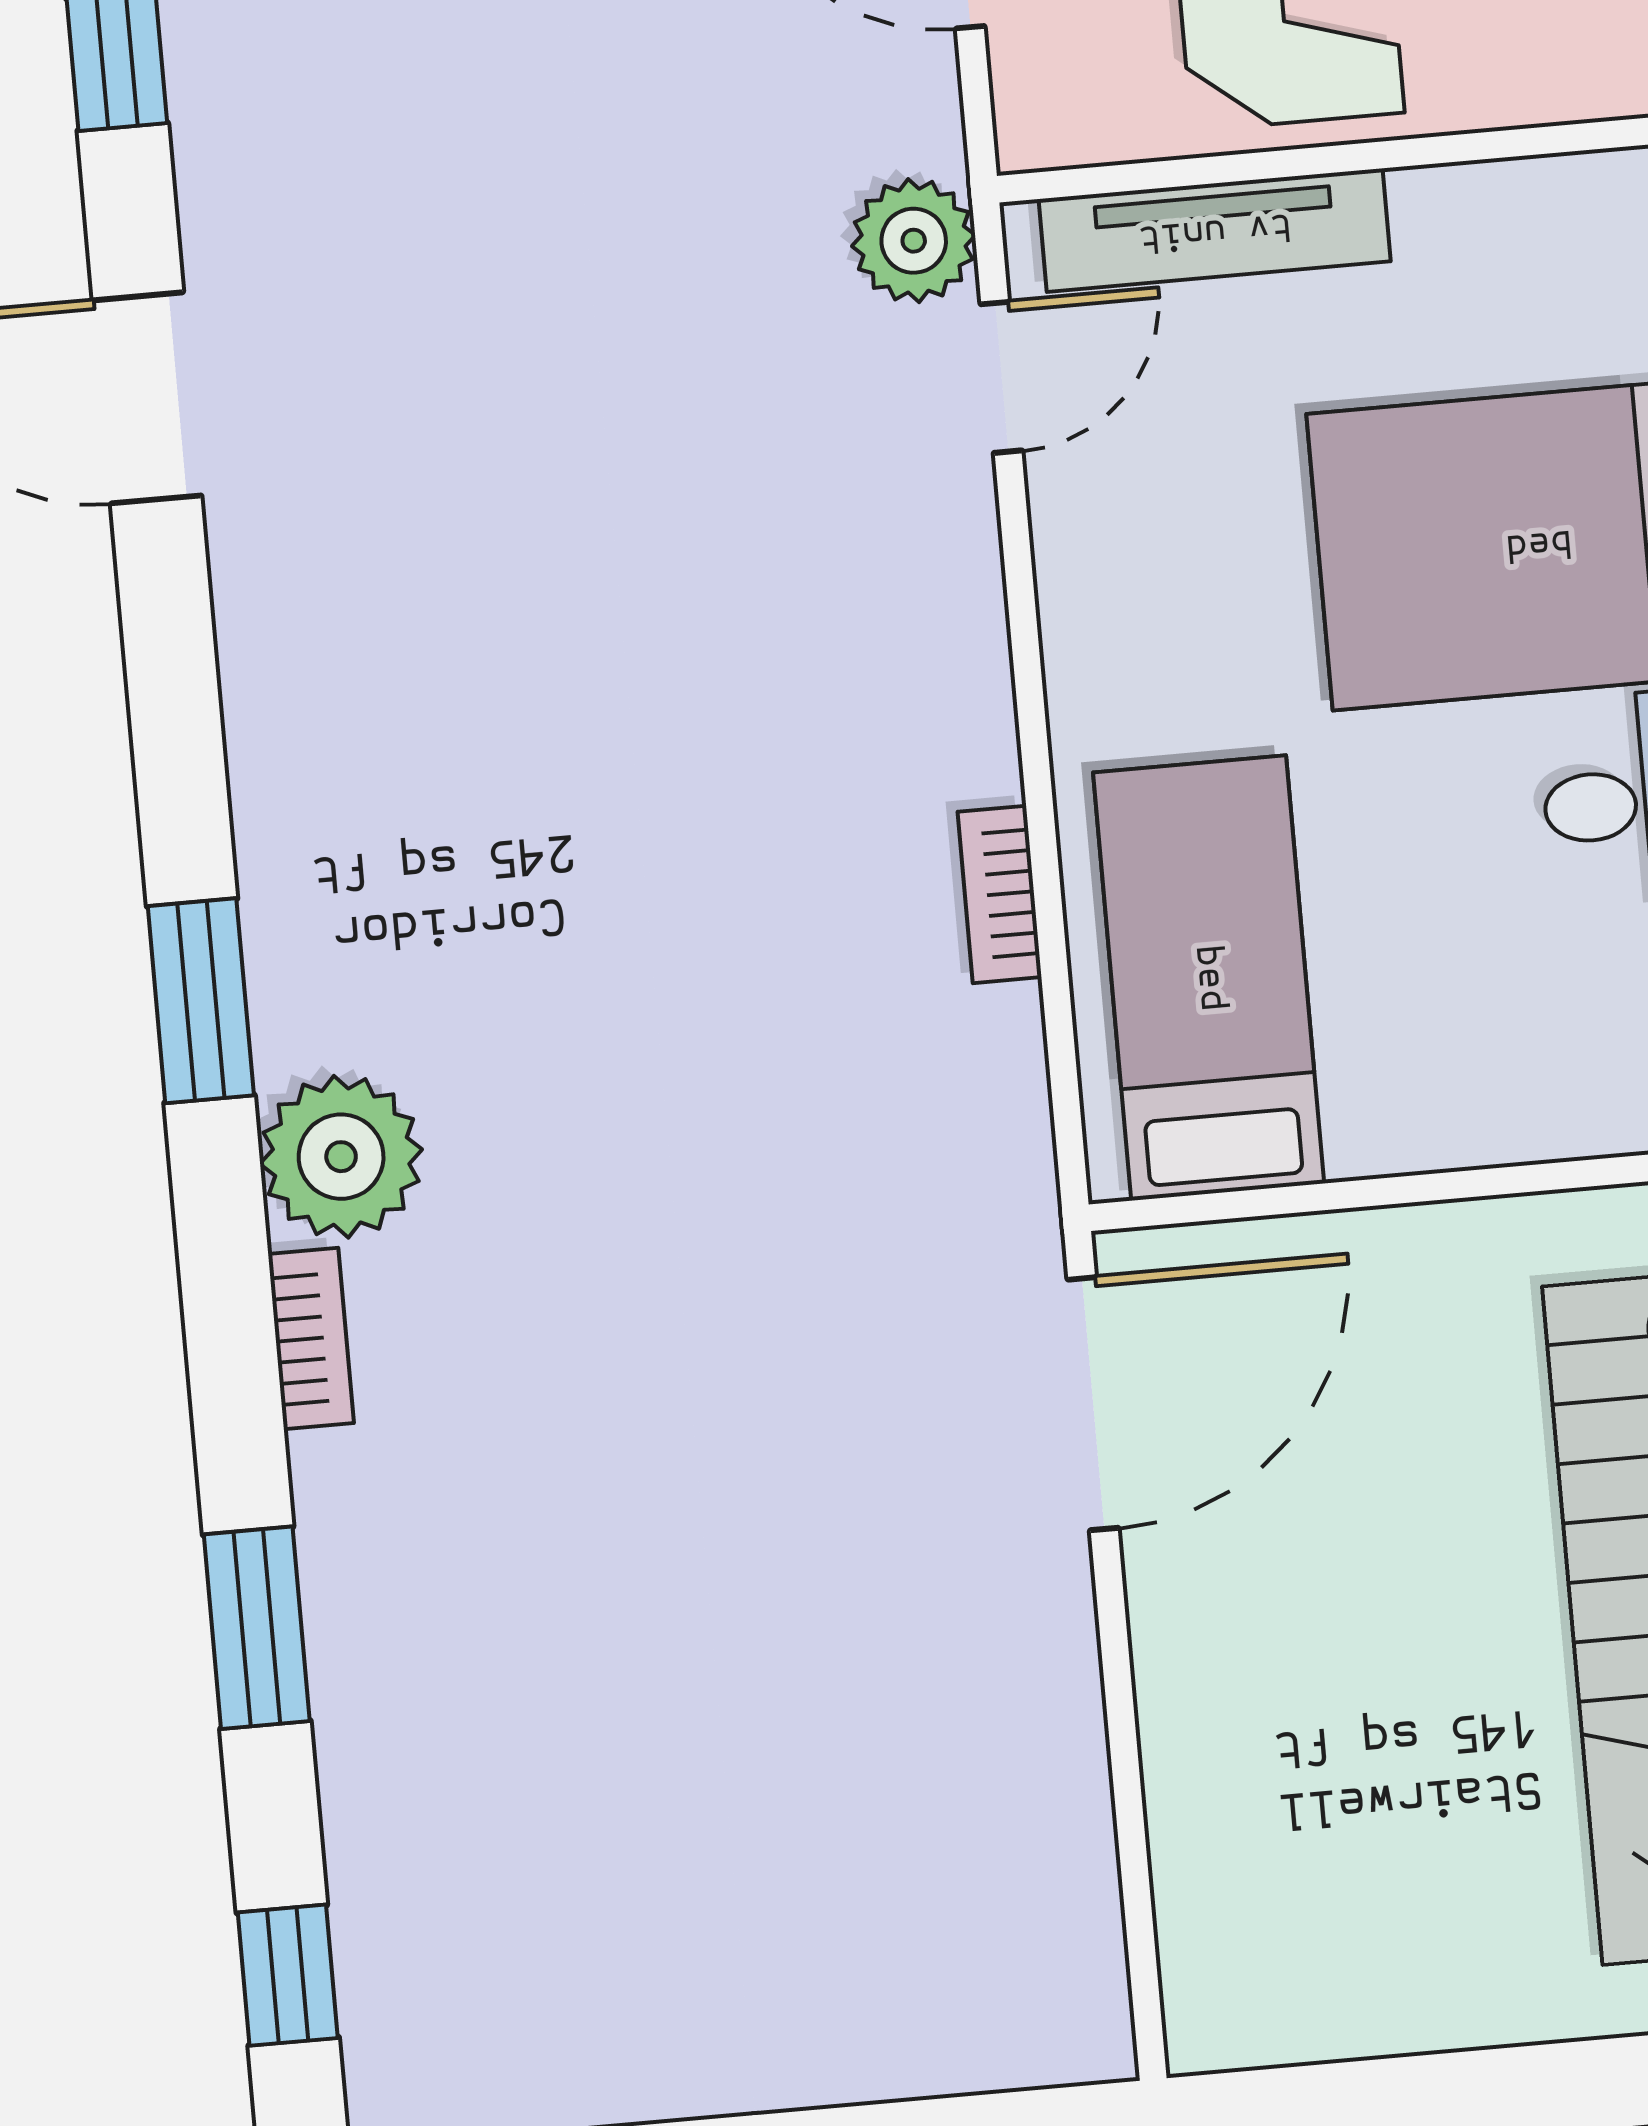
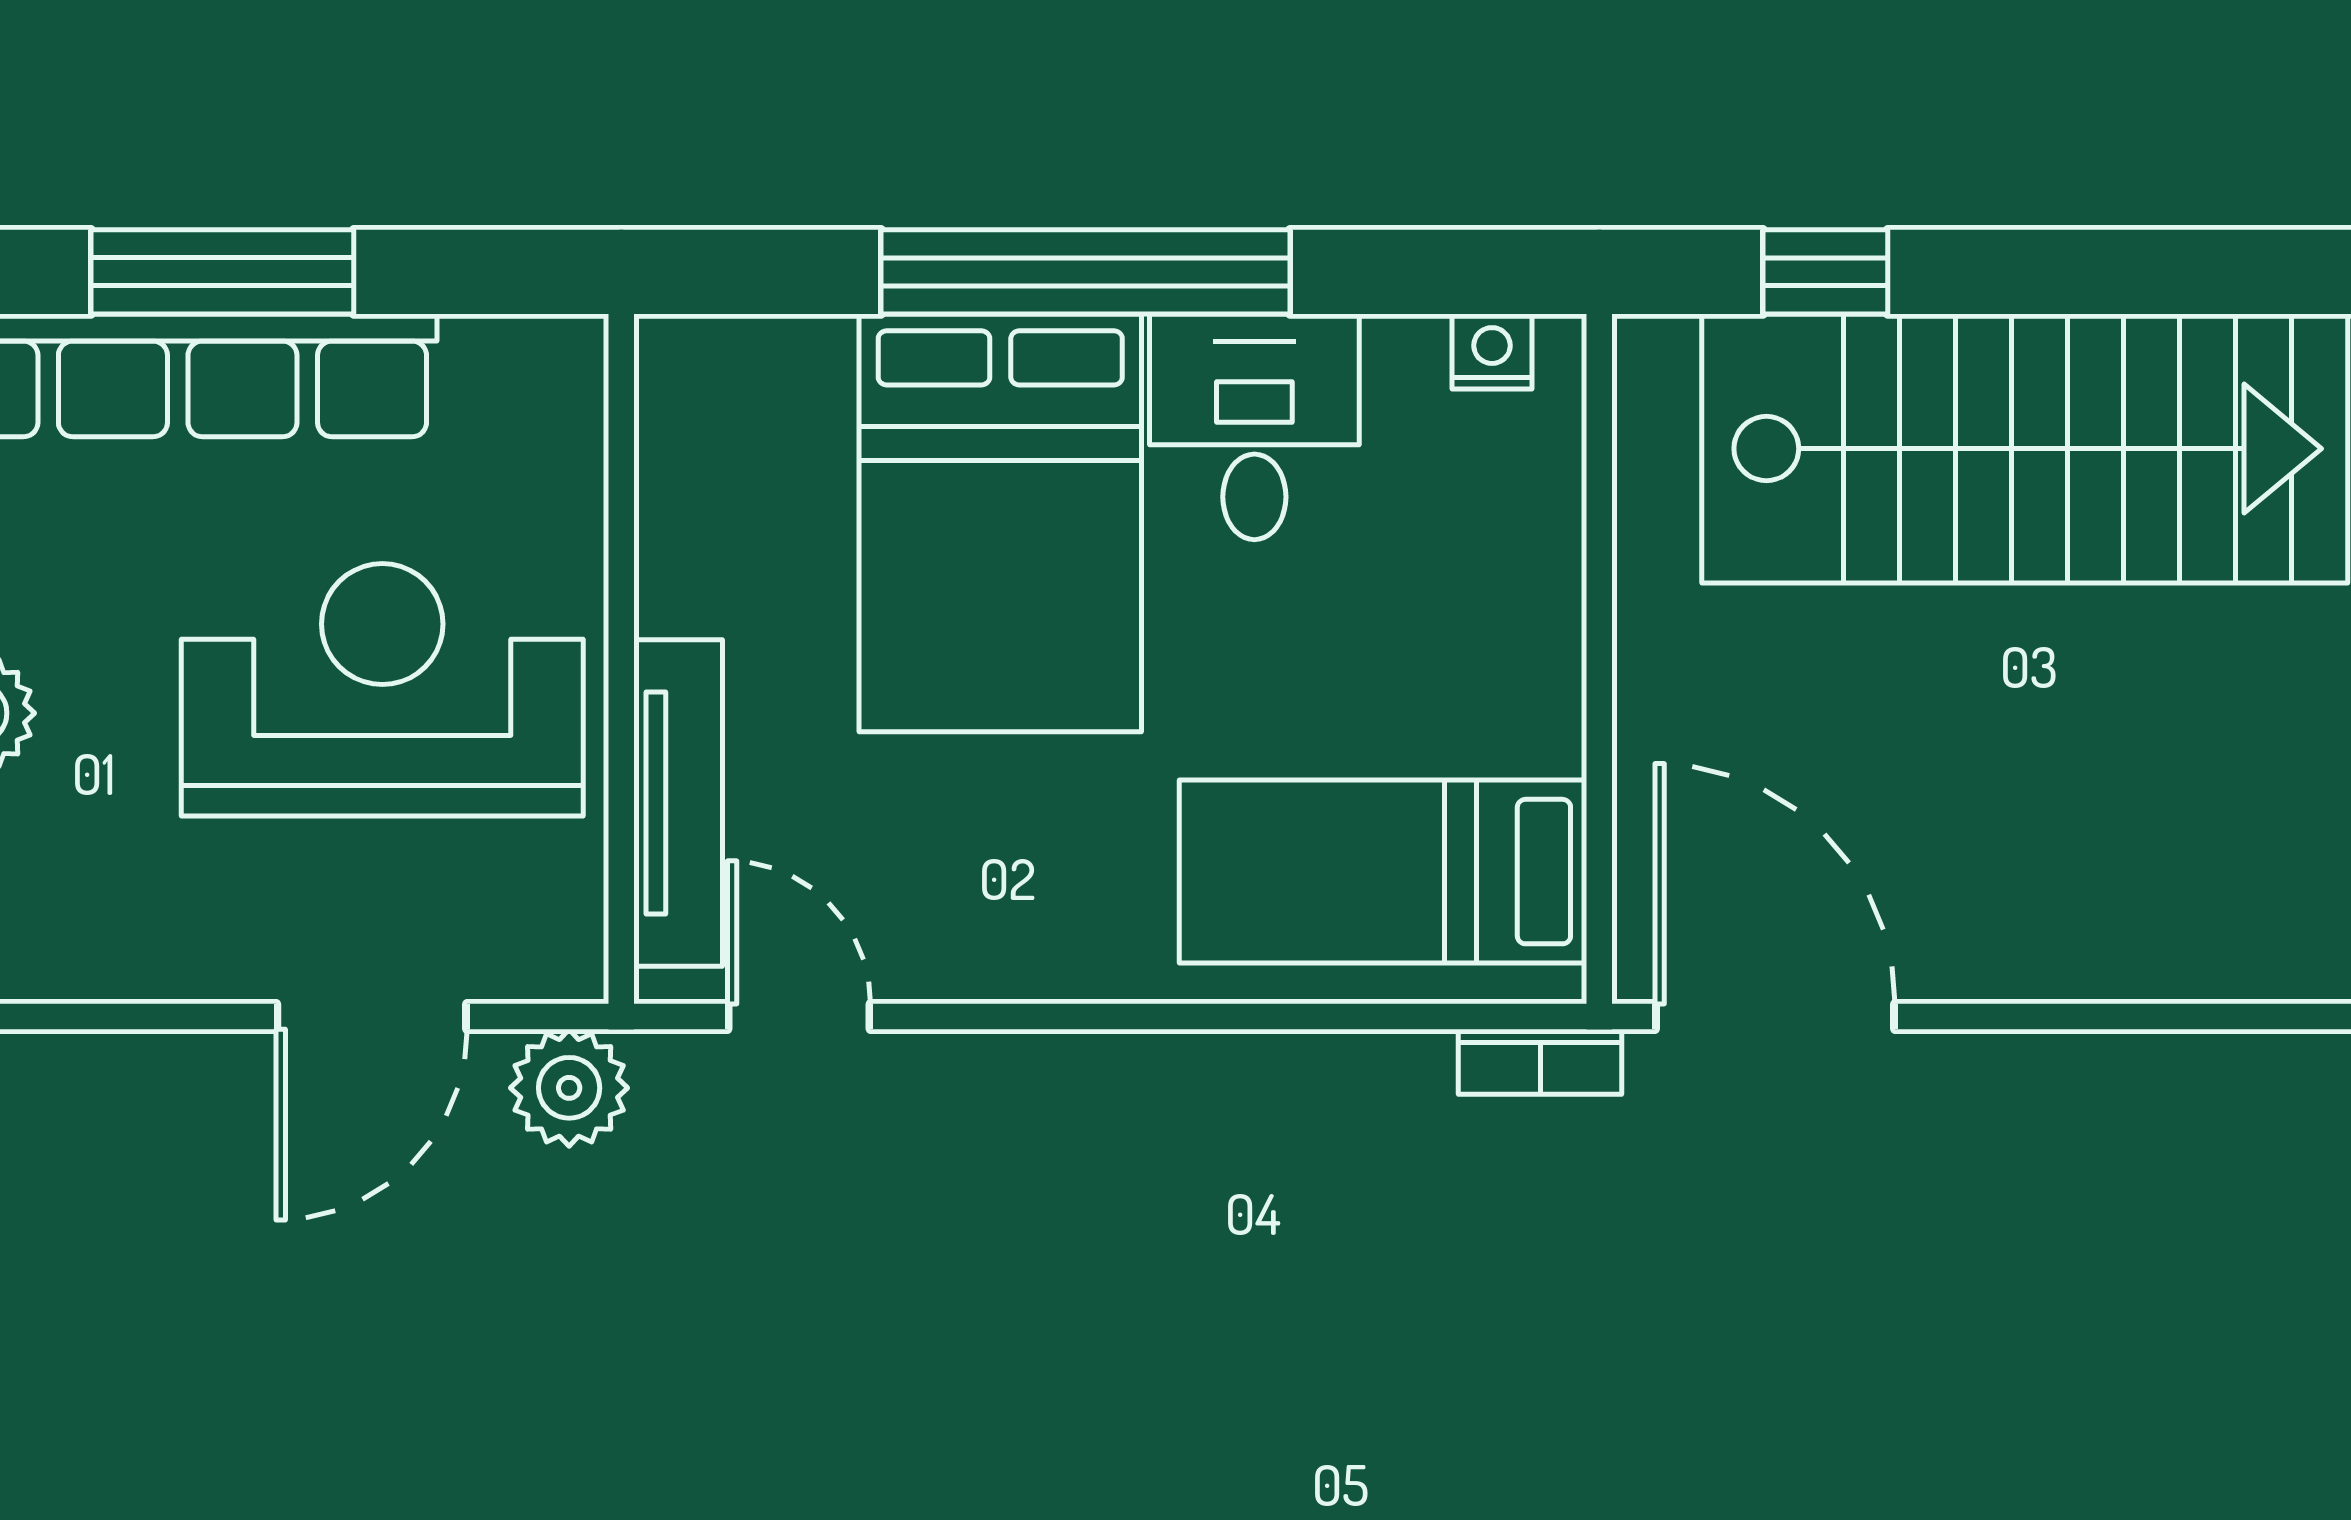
plant: (914, 241) -> (569, 1088), moved
bookcase: (1000, 894) -> (1540, 1062), moved

